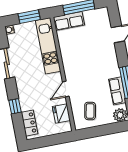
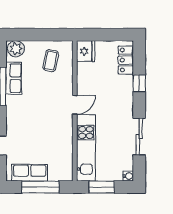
row of seats: (69, 21) -> (30, 173), moved
door: (66, 89) -> (75, 105), moved
fridge: (61, 114) -> (86, 51), moved

